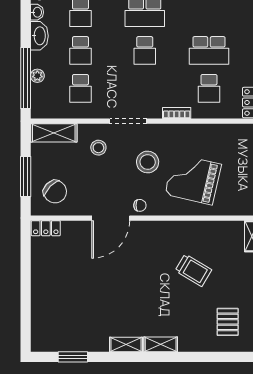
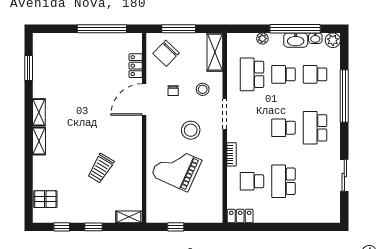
window: (26, 78) -> (295, 29), moved
school desk: (80, 88) -> (252, 74), width x1.85
grand piano: (193, 179) -> (176, 168), turned -79
chair: (140, 205) -> (173, 91), moved
door: (111, 218) -> (144, 100), hinge flipped
locker: (46, 228) -> (136, 66), moved
window: (26, 269) -> (102, 29), added
pallet: (228, 322) -> (45, 199), moved

